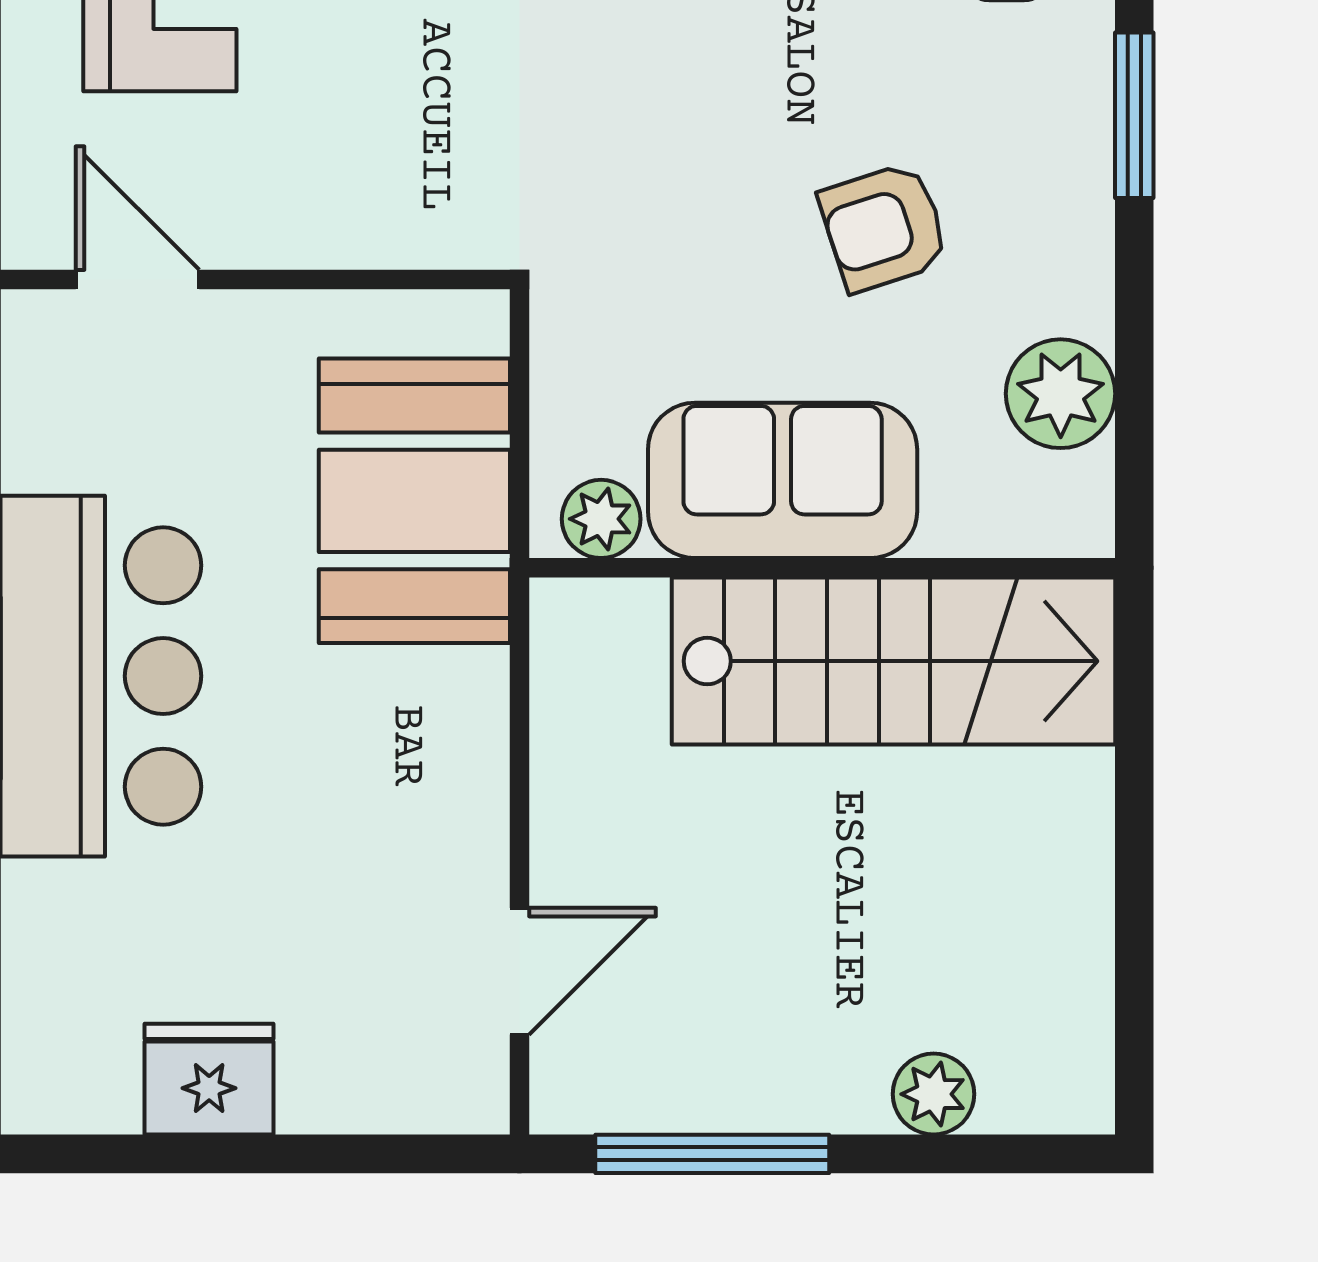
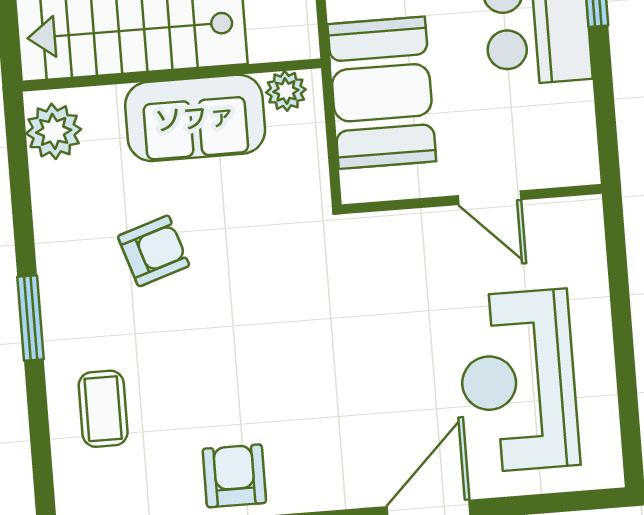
door: (138, 280) -> (489, 198), moved
plant: (1061, 394) -> (54, 131), moved

